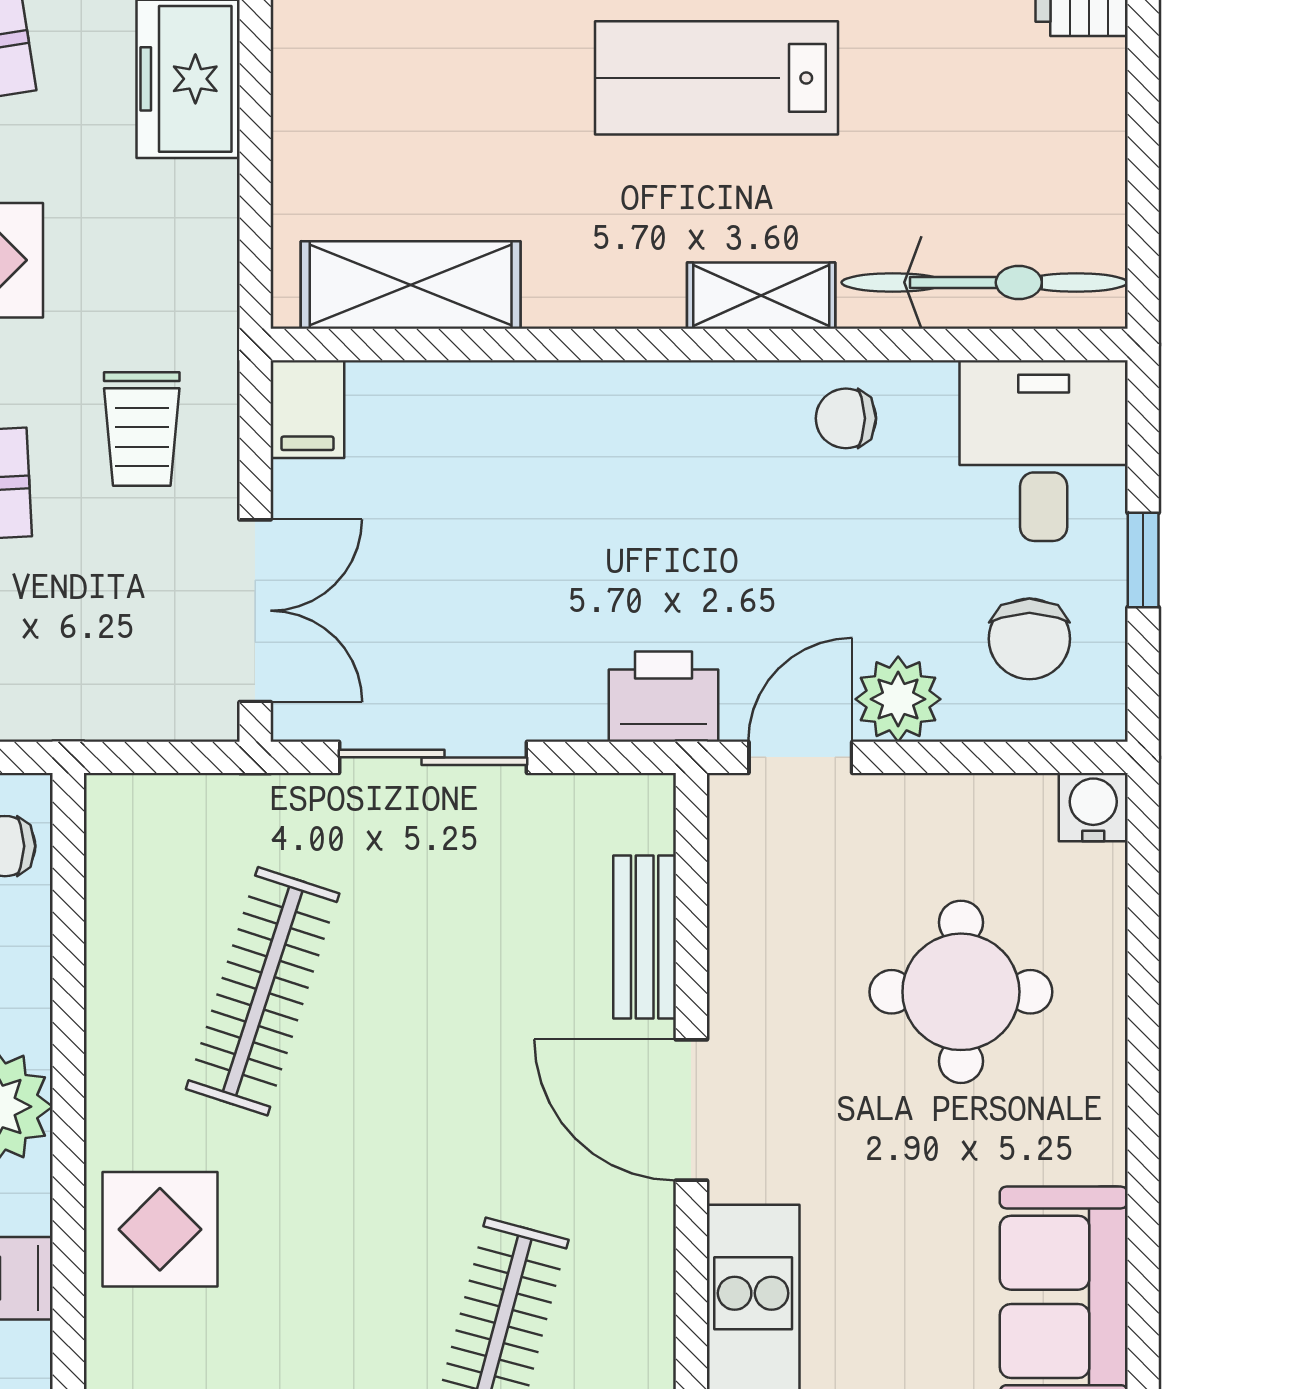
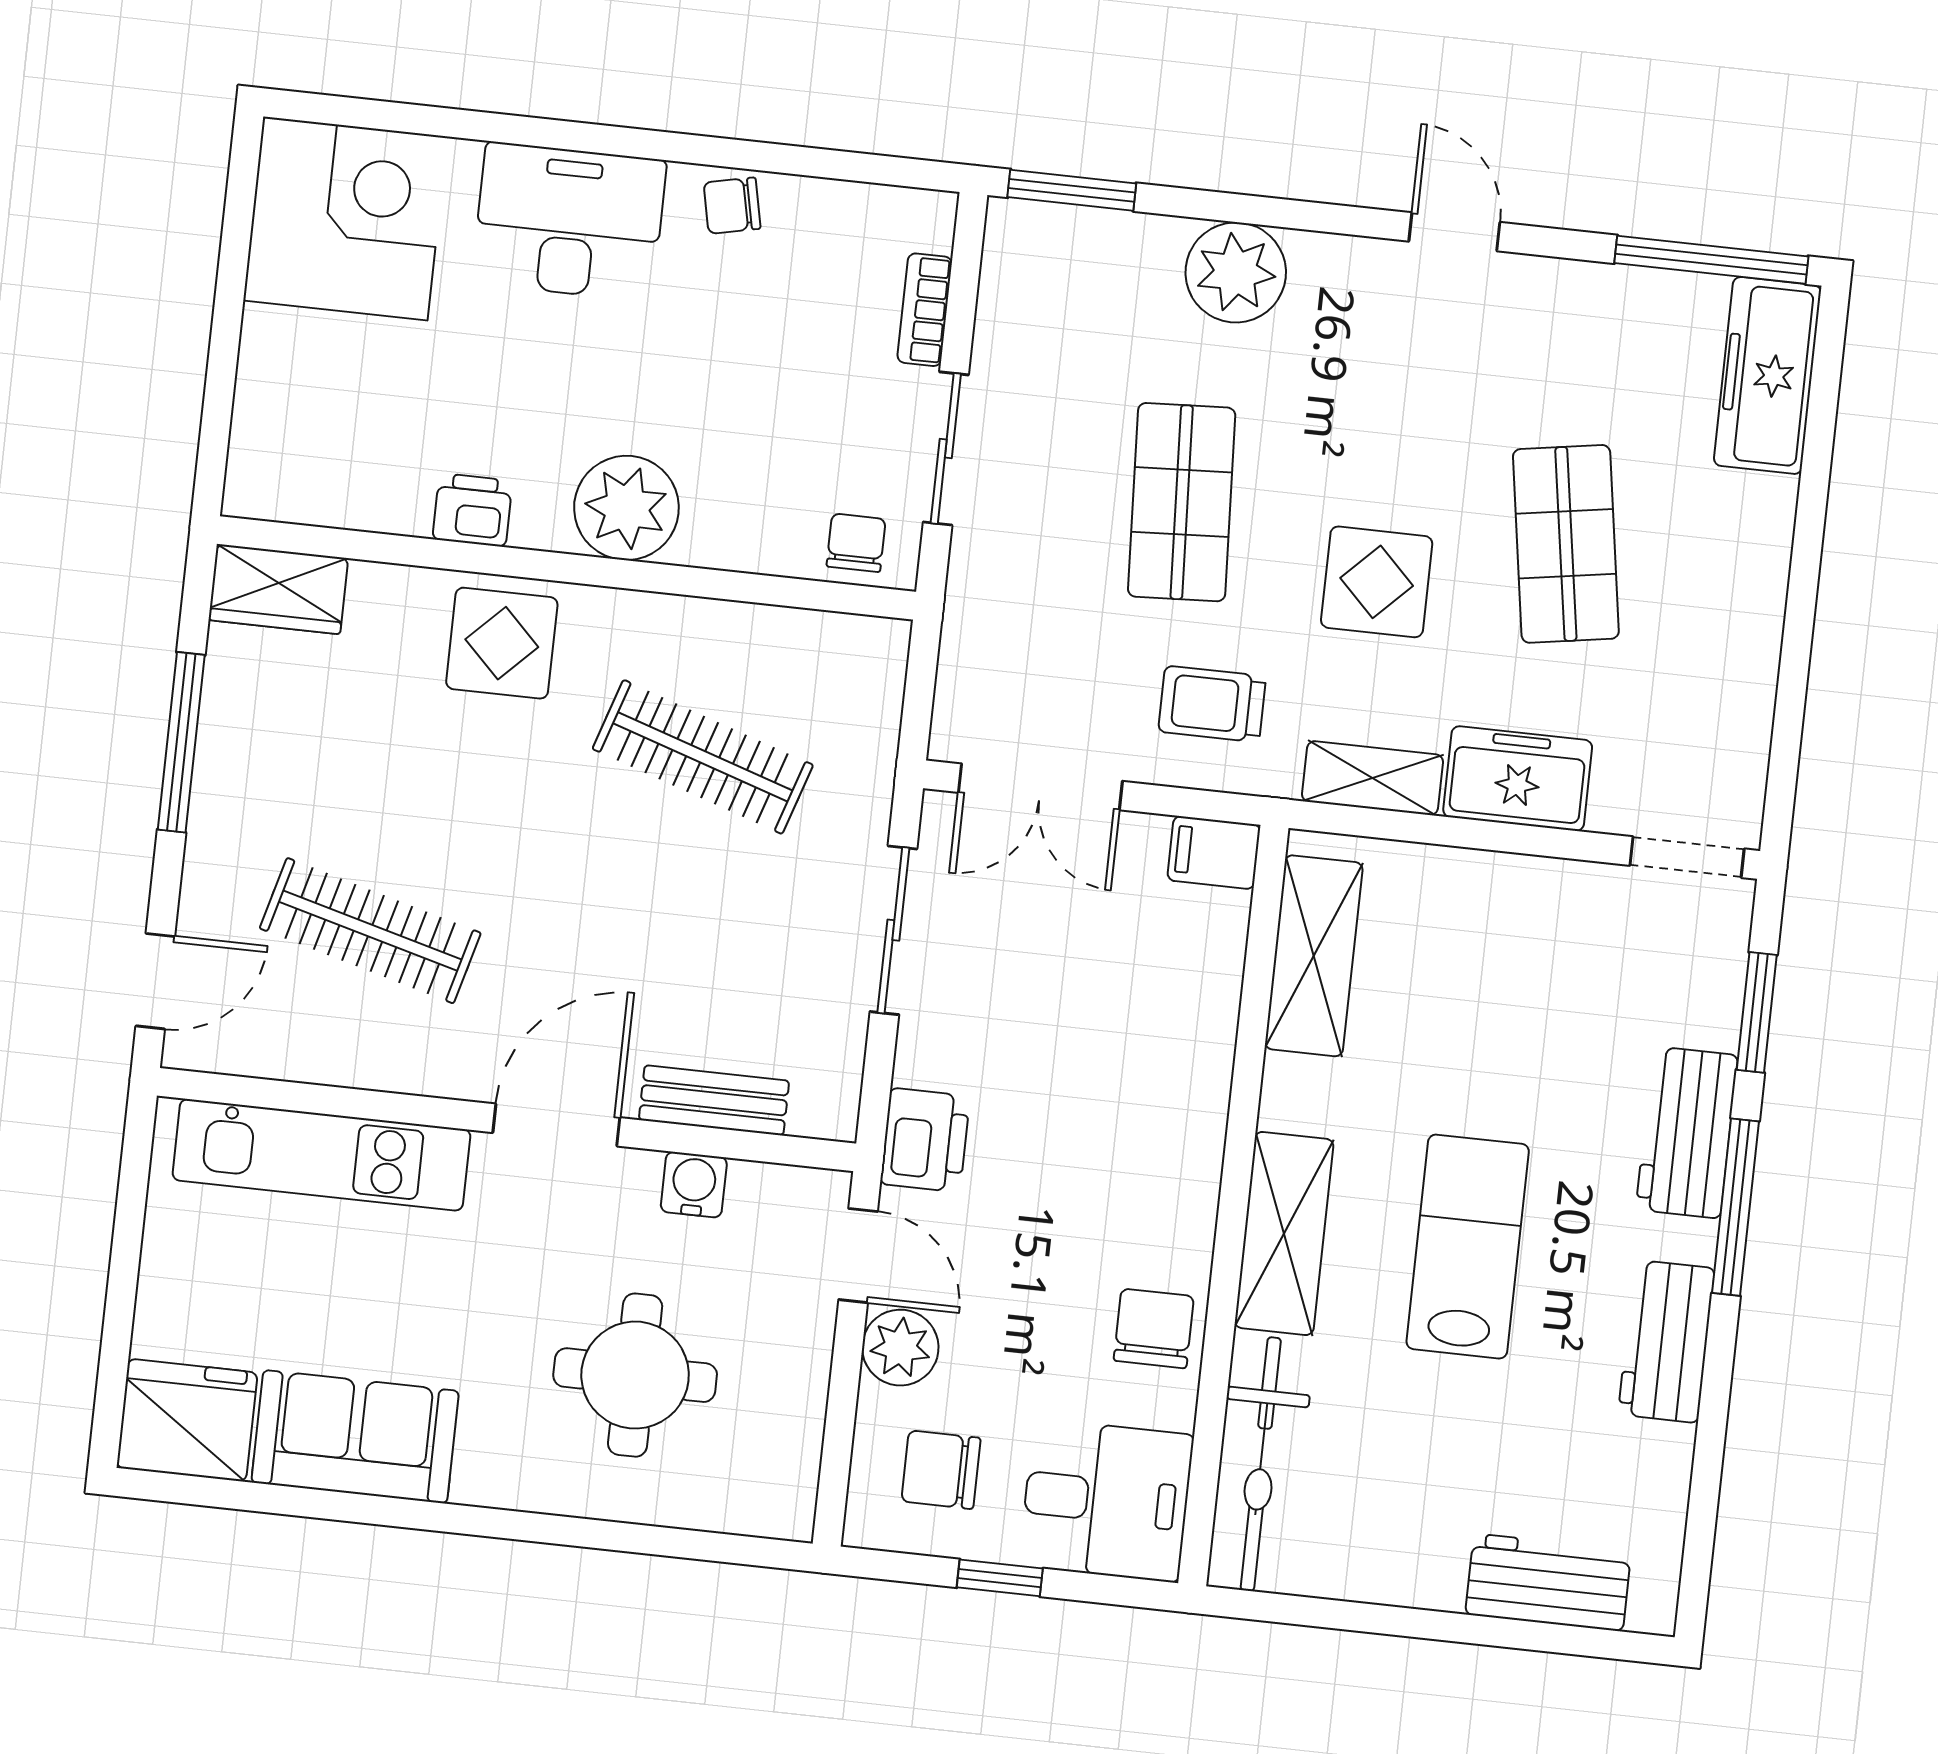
shelving: (205, 241) -> (1373, 778), added
shelving: (761, 296) -> (1284, 1234), width x1.50, depth x1.33
chair: (846, 418) -> (1154, 1328), width x1.37, depth x1.37
water cooler: (1093, 807) -> (694, 1185), moved, turned -90

